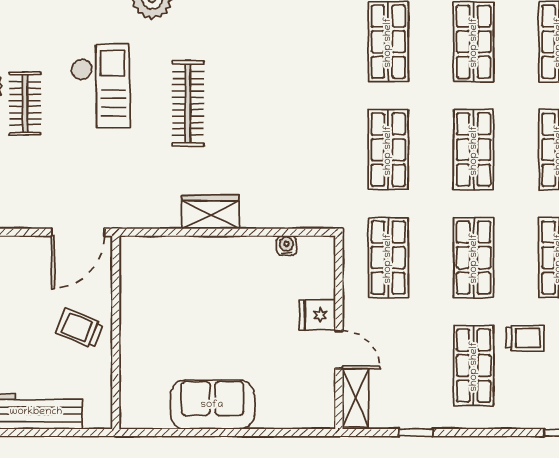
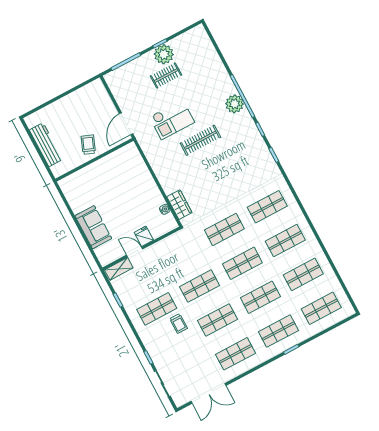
checkout: (101, 86) -> (172, 120), moved
wardrobe: (211, 212) -> (179, 205), moved
door: (78, 232) -> (126, 124), hinge flipped
shop shelf: (388, 258) -> (182, 252), removed
door: (339, 350) -> (135, 252), swing flipped
sofa: (212, 405) -> (93, 227), moved

